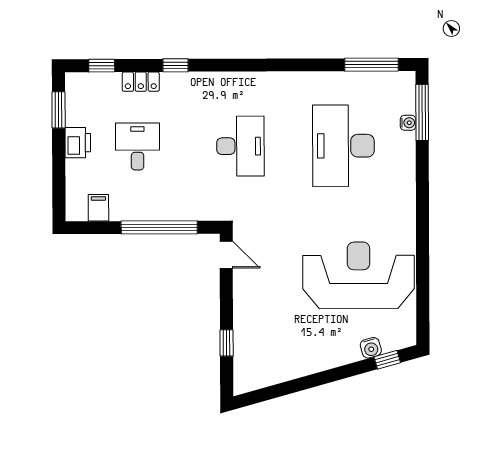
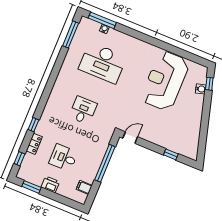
desk: (240, 146) -> (83, 110), width x0.73

